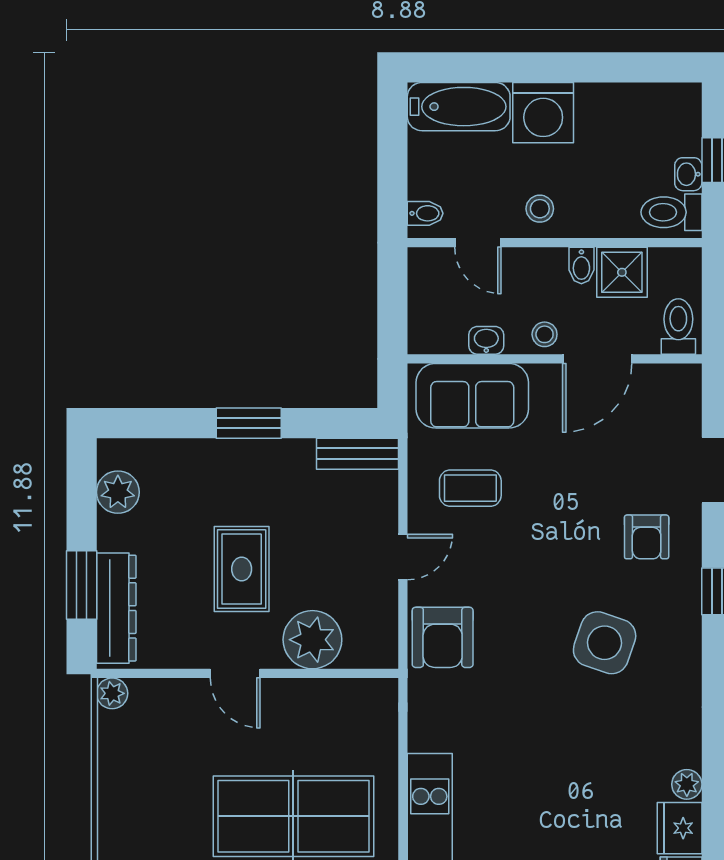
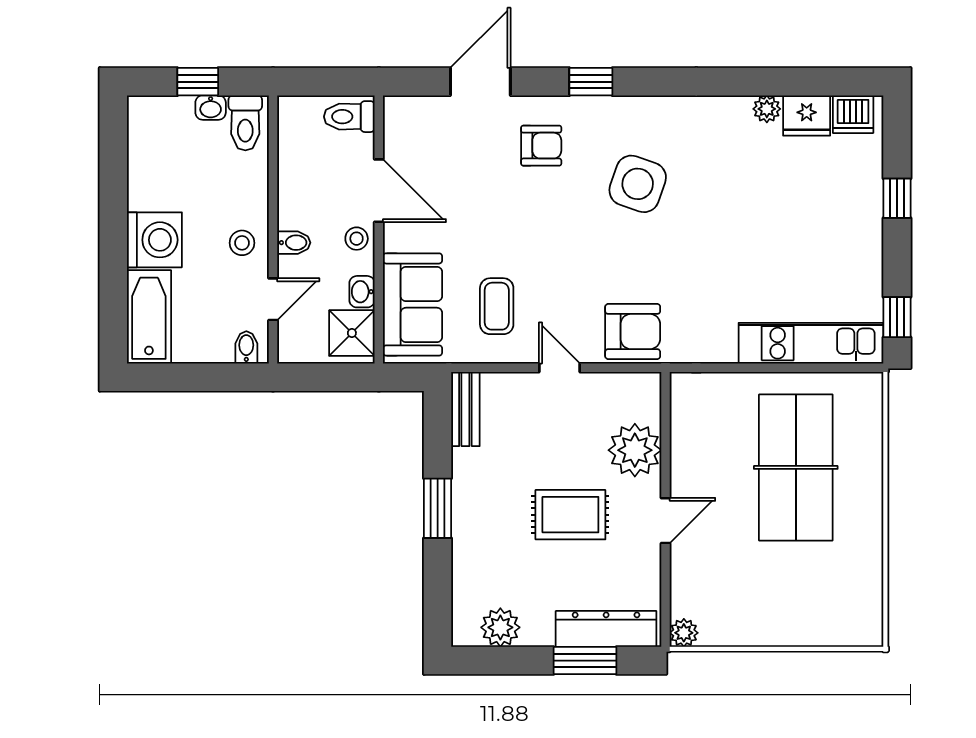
bidet: (581, 265) -> (294, 243), moved
shower: (622, 272) -> (352, 333), moved

